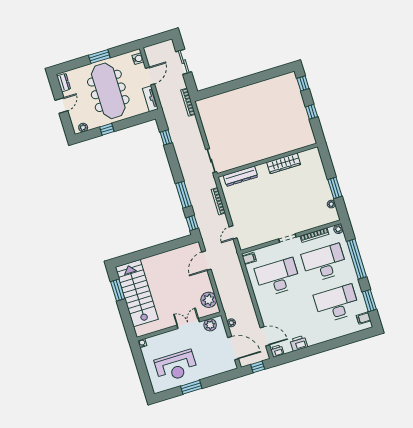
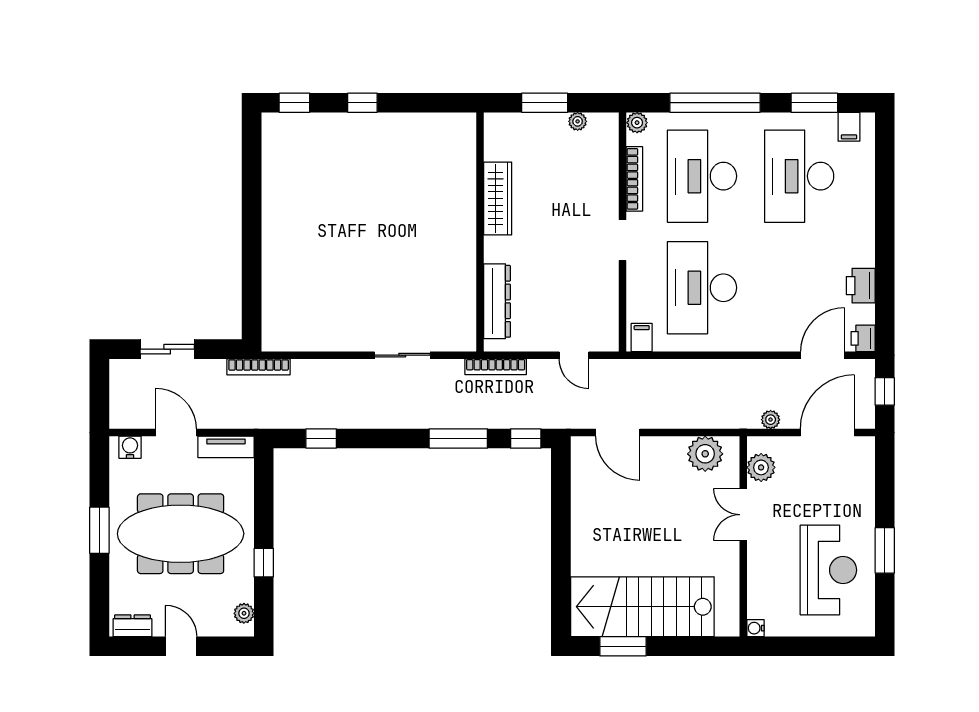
wall: (267, 160) -> (480, 232), moved
wardrobe: (284, 163) -> (498, 198), moved
dresser: (241, 176) -> (497, 301), moved

